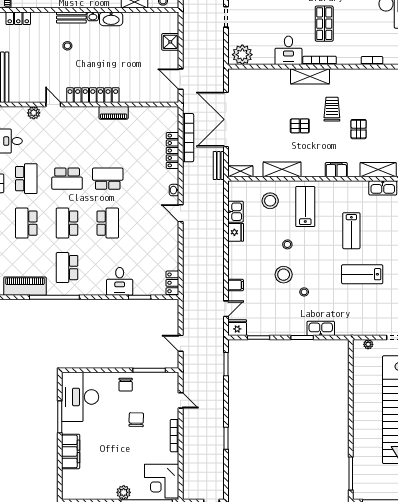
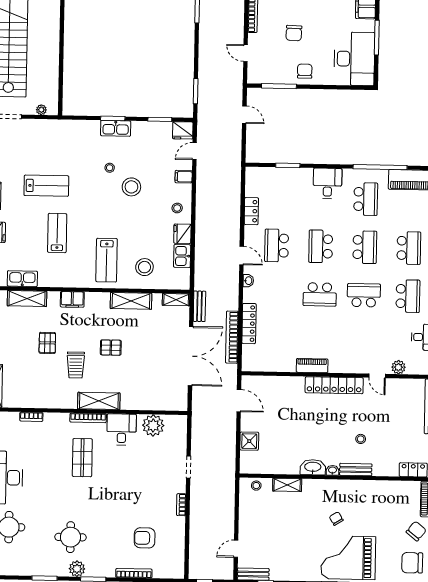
plant: (242, 55) -> (153, 425), moved
school desk: (26, 179) -> (408, 296), turned 180
school desk: (148, 223) -> (277, 245), added
stool: (287, 244) -> (177, 208), moved
desk: (120, 281) -> (327, 183), moved
locker: (172, 283) -> (251, 211), moved
kitchen sink: (321, 328) -> (116, 128), moved

